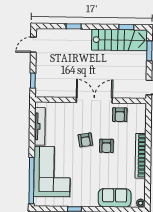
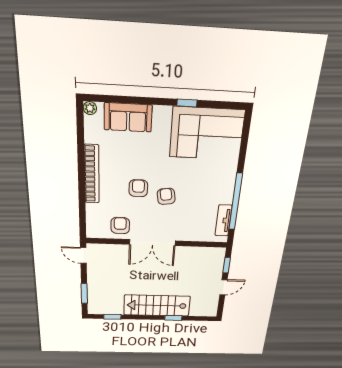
stairs: (119, 40) -> (157, 305), moved
door: (33, 45) -> (223, 287), moved
tv unit: (40, 126) -> (223, 220), width x0.71
corner sofa: (52, 172) -> (207, 134), moved, turned -90
window: (31, 181) -> (236, 202), moved

